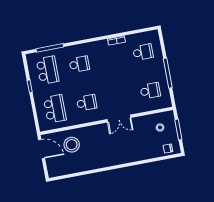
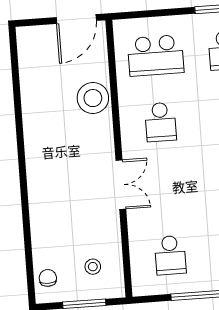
double door: (119, 118) -> (121, 185), swing flipped
stool: (72, 145) -> (93, 98), moved

